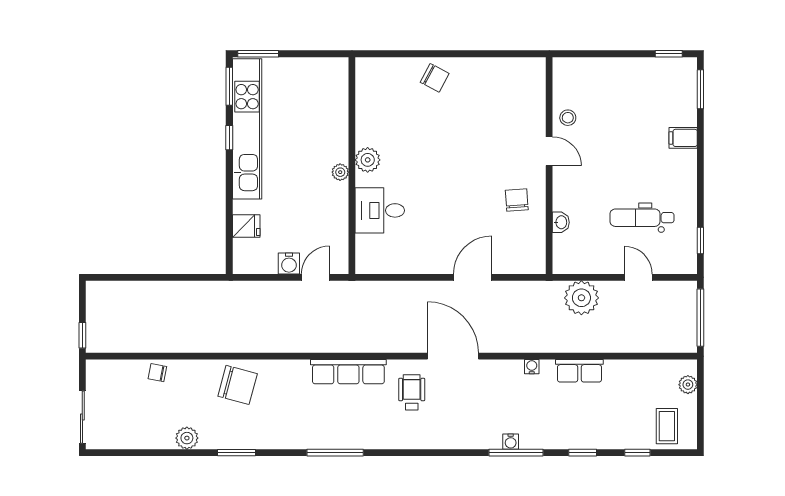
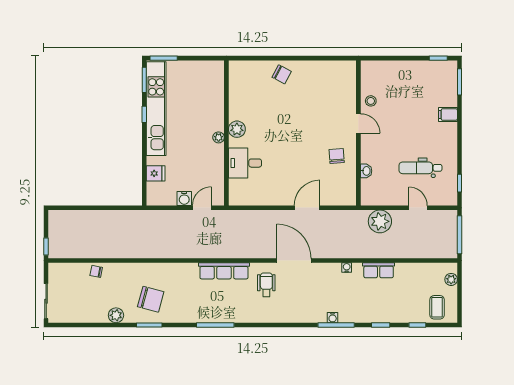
chair: (238, 385) -> (151, 299), moved

